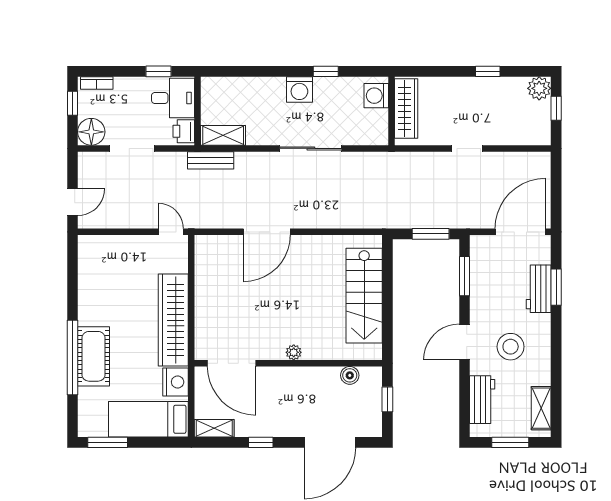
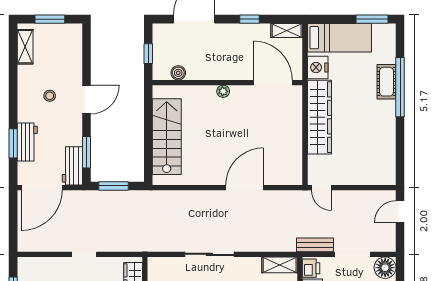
bench: (211, 160) -> (315, 245), moved
stool: (511, 347) -> (50, 96), width x0.53, depth x0.53
cot: (94, 356) -> (386, 82), width x0.73, depth x0.75
workbench: (482, 400) -> (72, 166), moved

